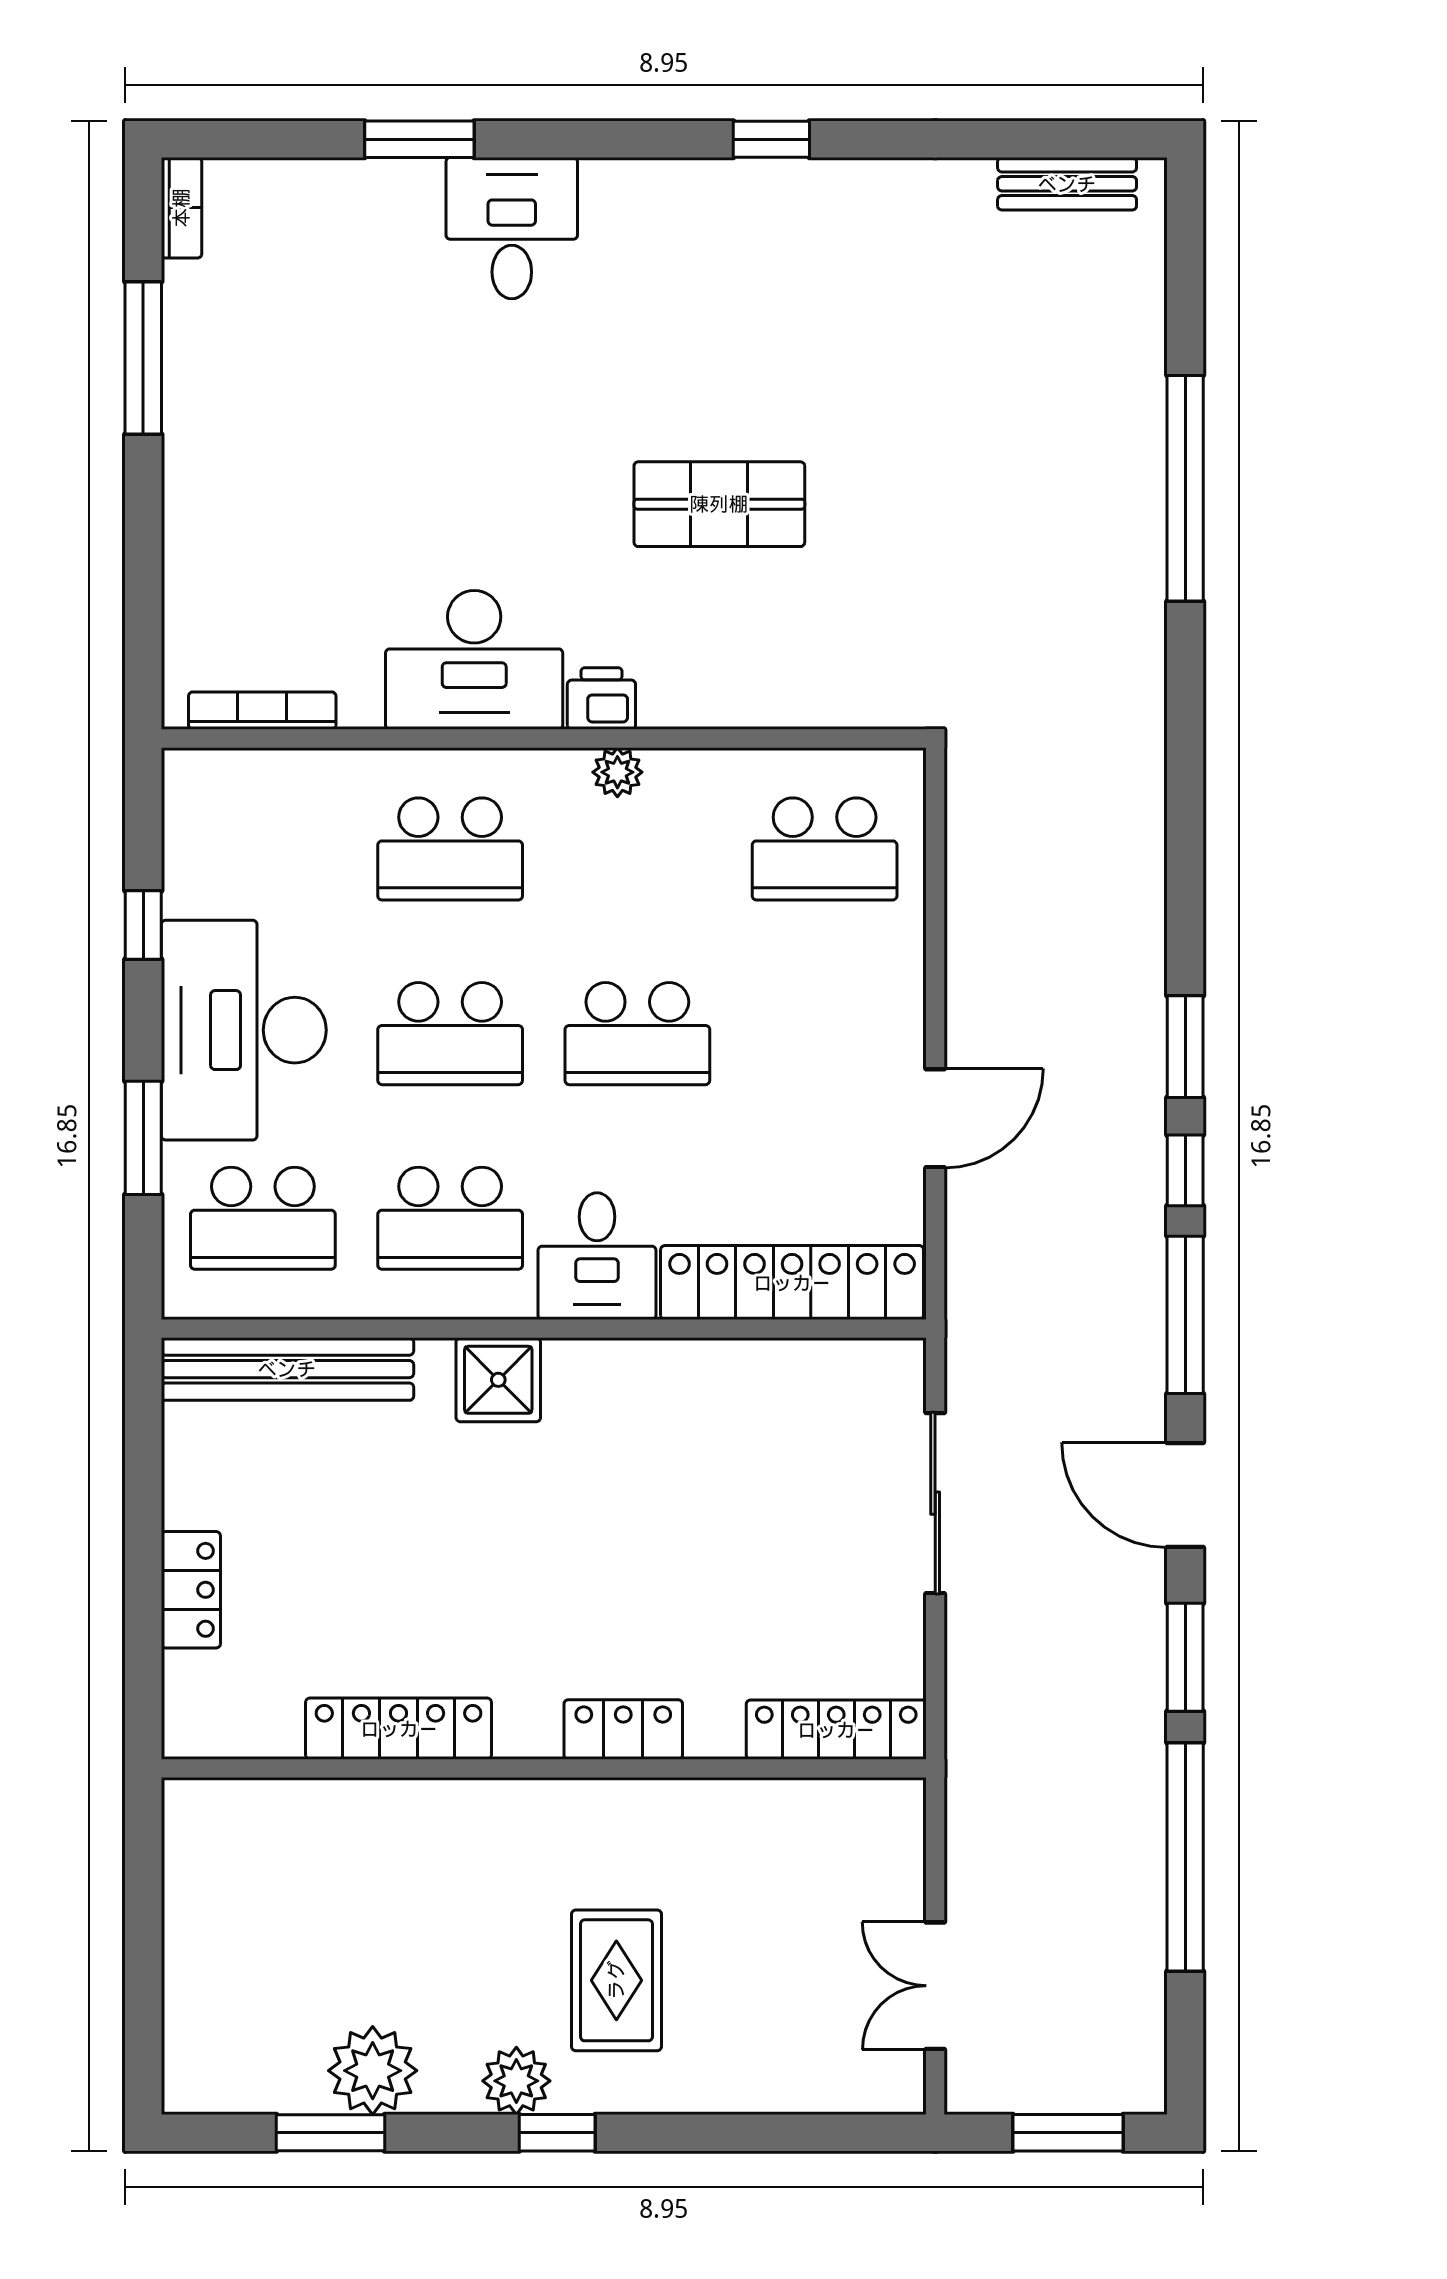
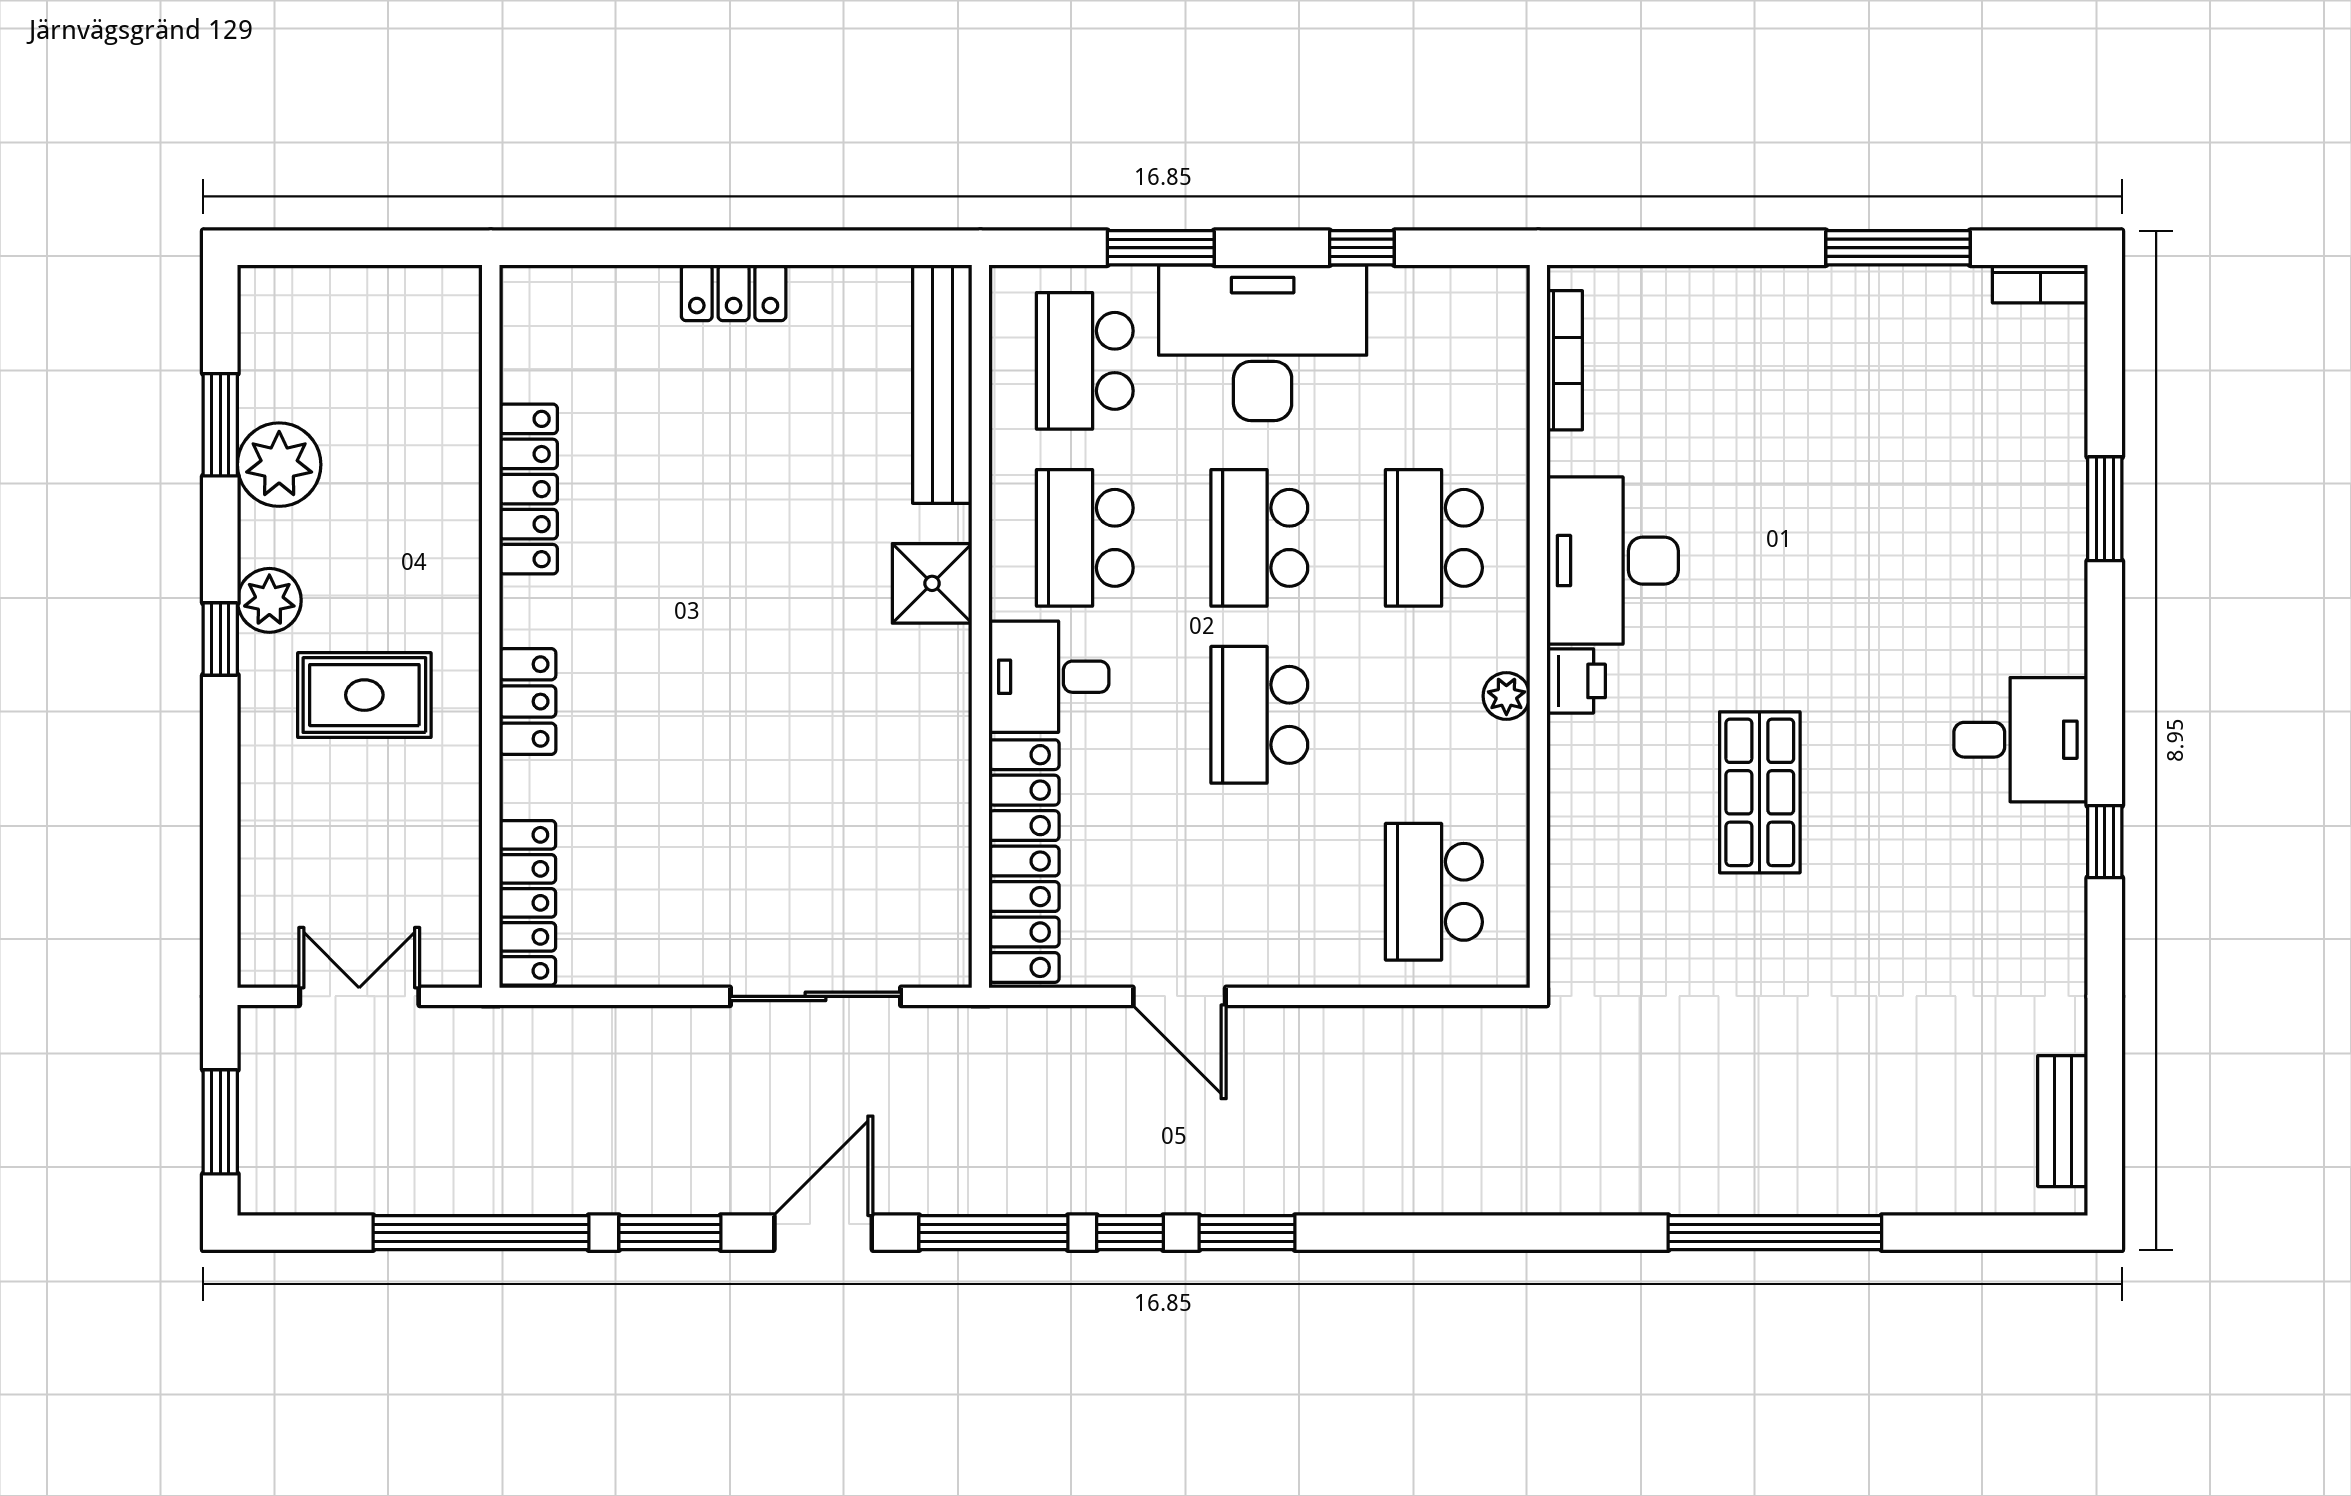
desk: (512, 228) -> (2021, 740), moved
locker: (399, 1729) -> (528, 489), moved
locker: (623, 1729) -> (528, 702), moved
locker: (836, 1730) -> (527, 903), moved
wall: (544, 1768) -> (491, 626), moved

